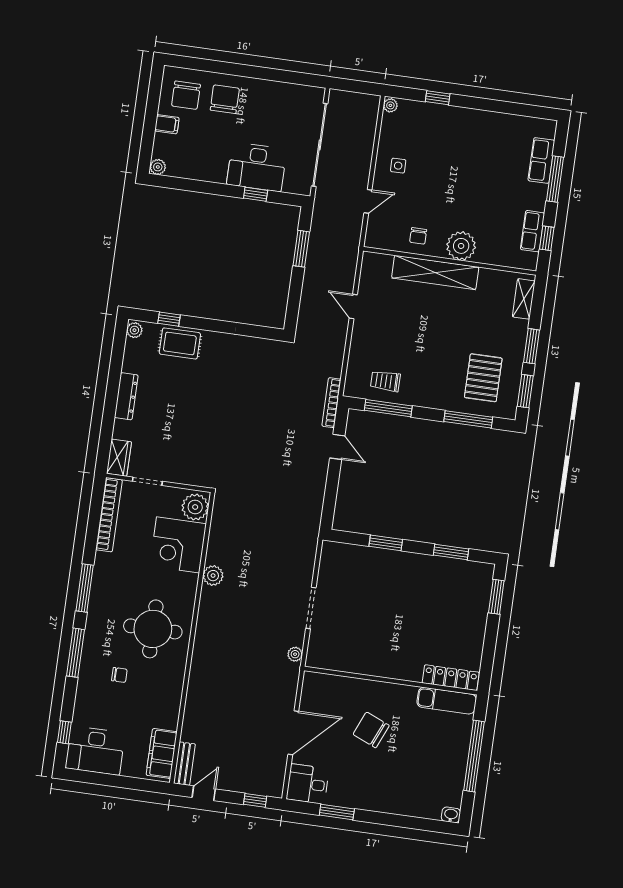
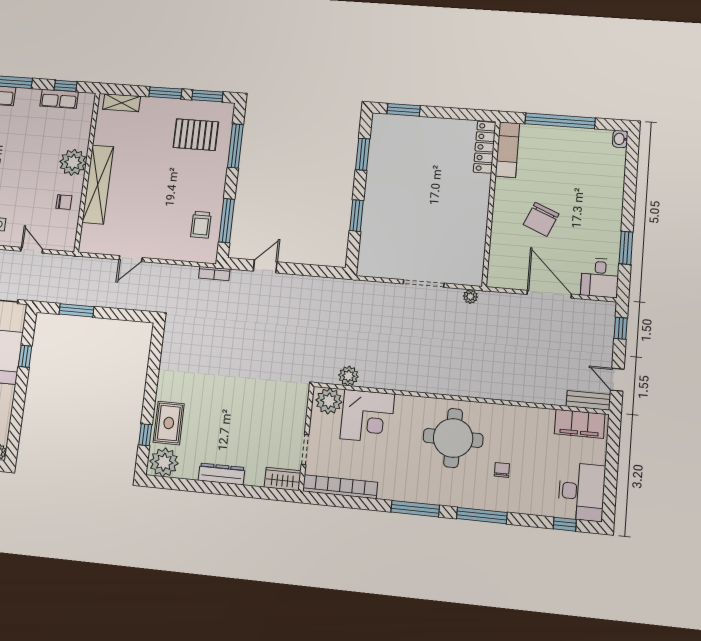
plant: (134, 330) -> (164, 462), width x1.88, depth x1.88
bookcase: (331, 403) -> (214, 273), width x0.64
plant: (213, 576) -> (348, 376), moved

